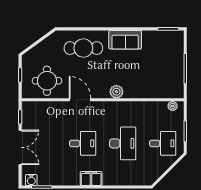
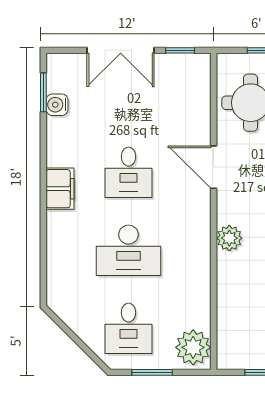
door: (80, 100) -> (214, 167), swing flipped
plant: (173, 106) -> (193, 347), width x1.88, depth x1.88
water cooler: (31, 180) -> (57, 105), moved

